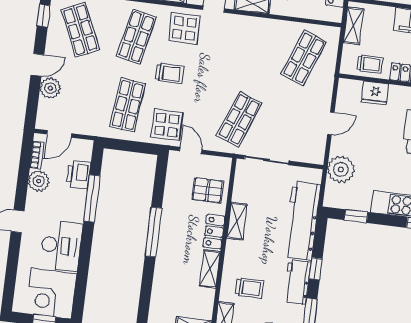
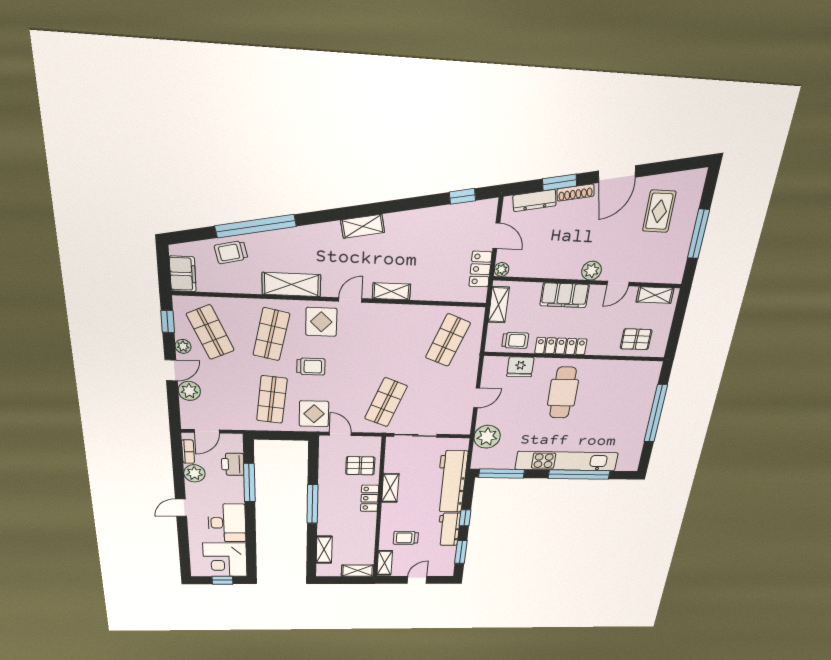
plant: (53, 41) -> (183, 346), added
window: (356, 216) -> (502, 473), width x2.17
shelving: (210, 269) -> (324, 550), moved
trolley: (249, 288) -> (406, 538), turned 180

